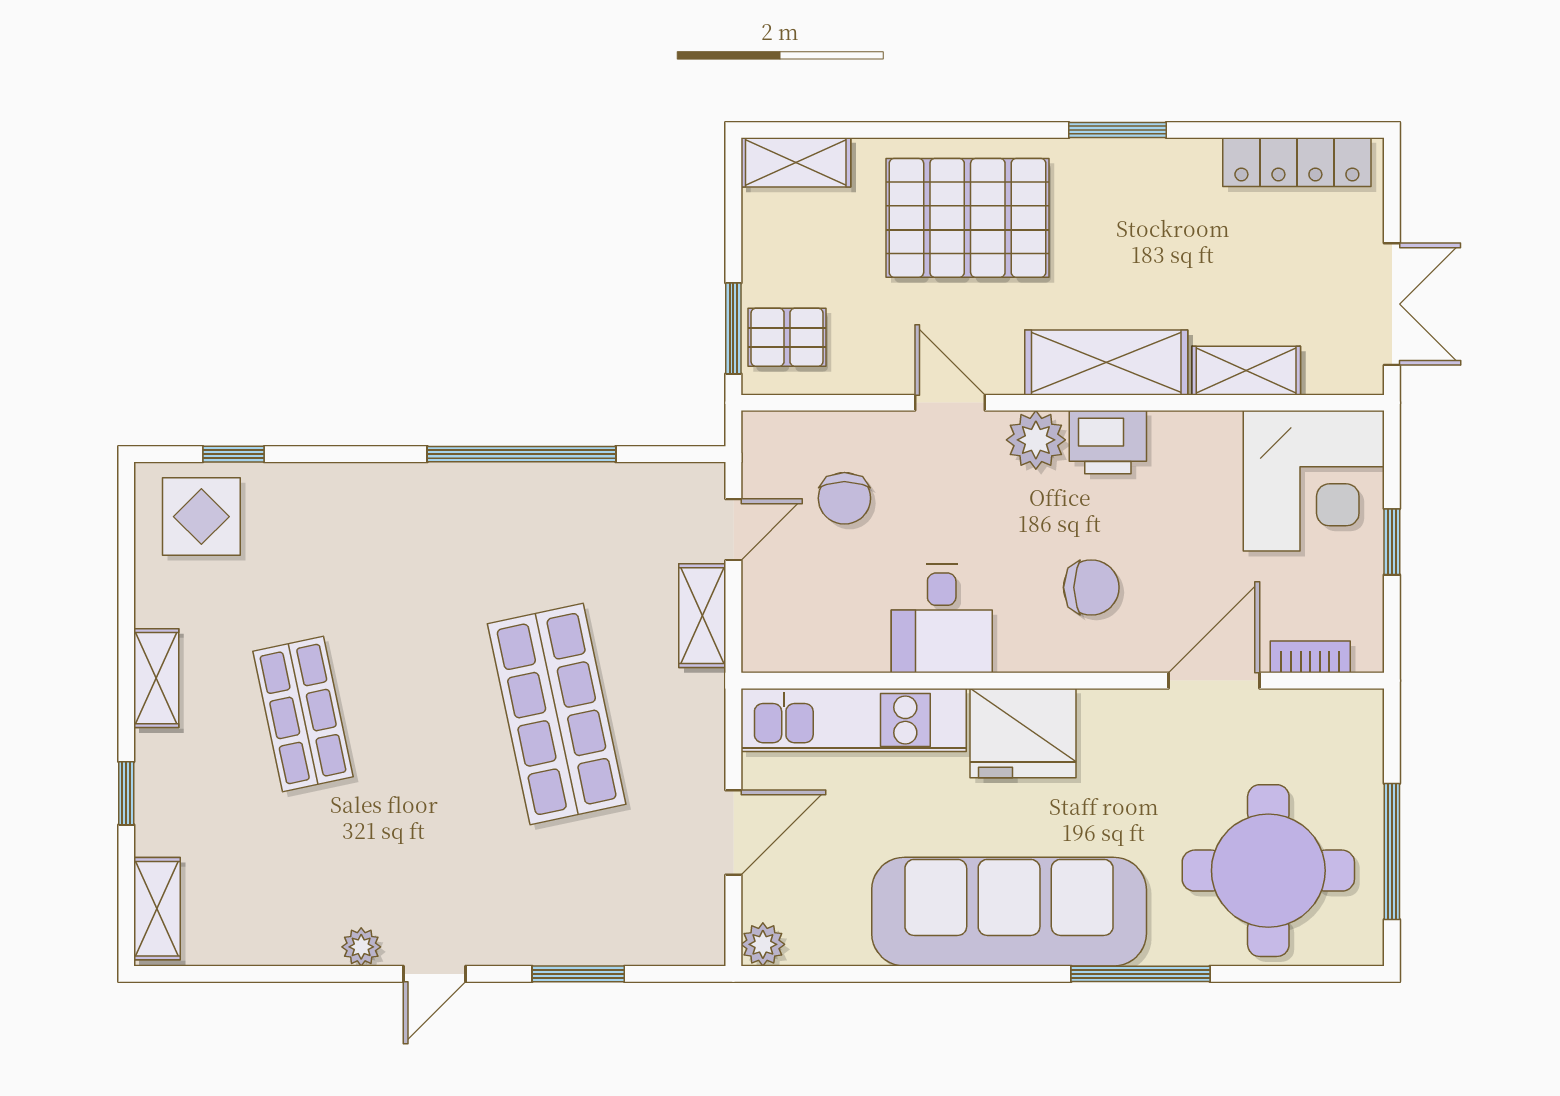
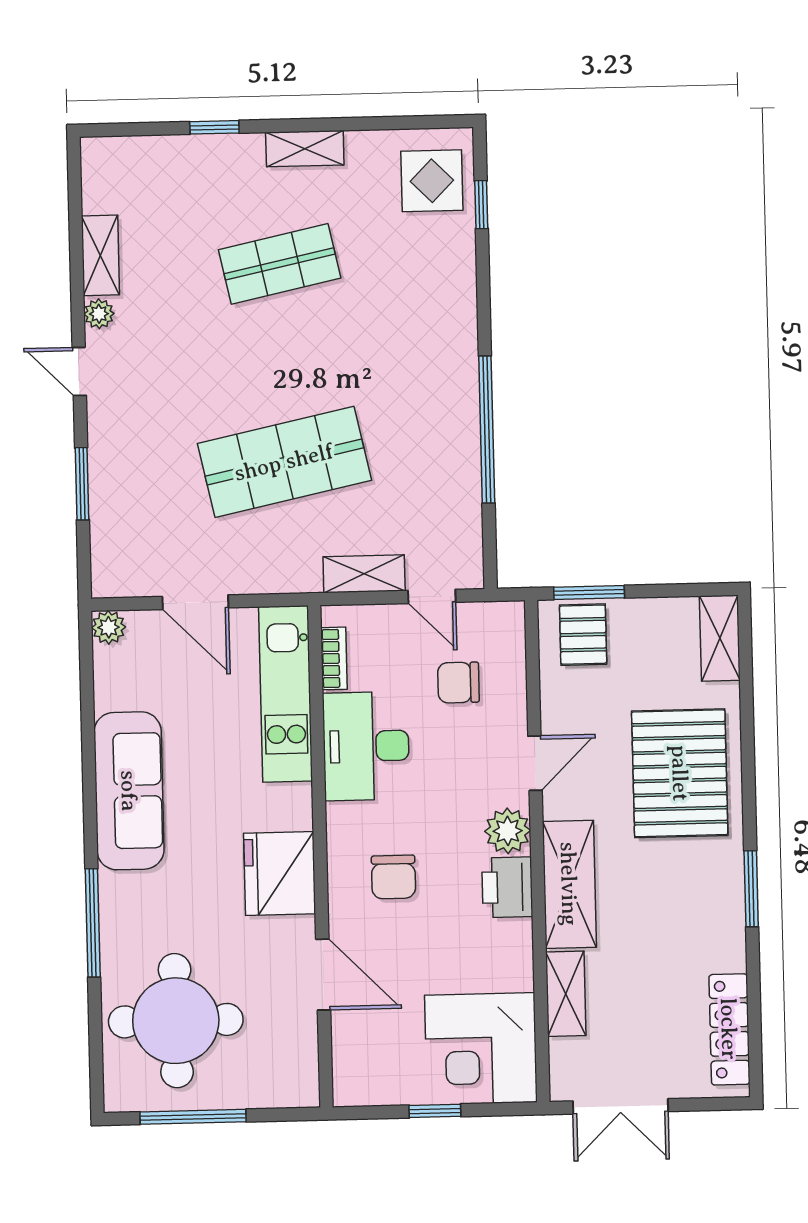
desk: (942, 619) -> (366, 746), width x1.37
bookcase: (1310, 657) -> (334, 658), moved
fridge: (1023, 733) -> (280, 873), moved
shelving: (157, 909) -> (100, 255), moved, turned 90
sofa: (1009, 912) -> (129, 791), width x0.74, depth x0.79

